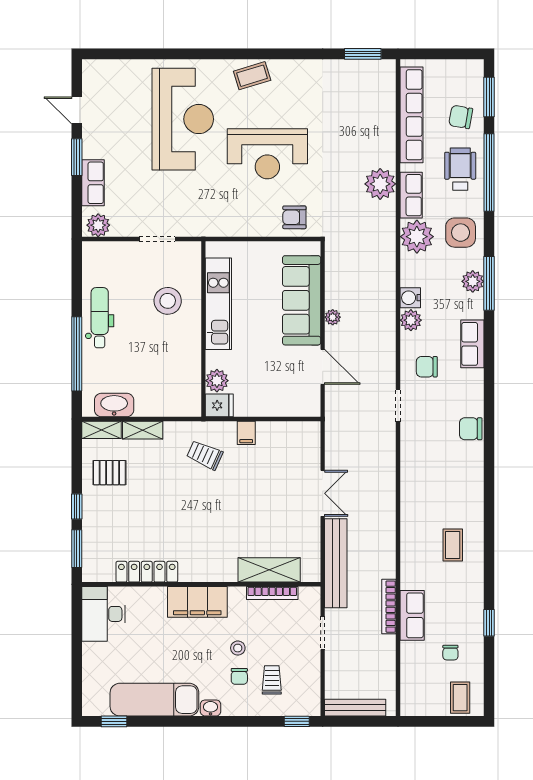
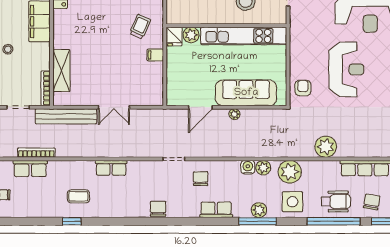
reception desk: (267, 154) -> (346, 69), turned 180
row of seats: (411, 195) -> (111, 168), moved
kitchen unit: (218, 304) -> (244, 36), width x1.36
plant: (411, 320) -> (263, 168), moved
bookcase: (272, 593) -> (46, 88), moved
window: (489, 623) -> (72, 221), moved

